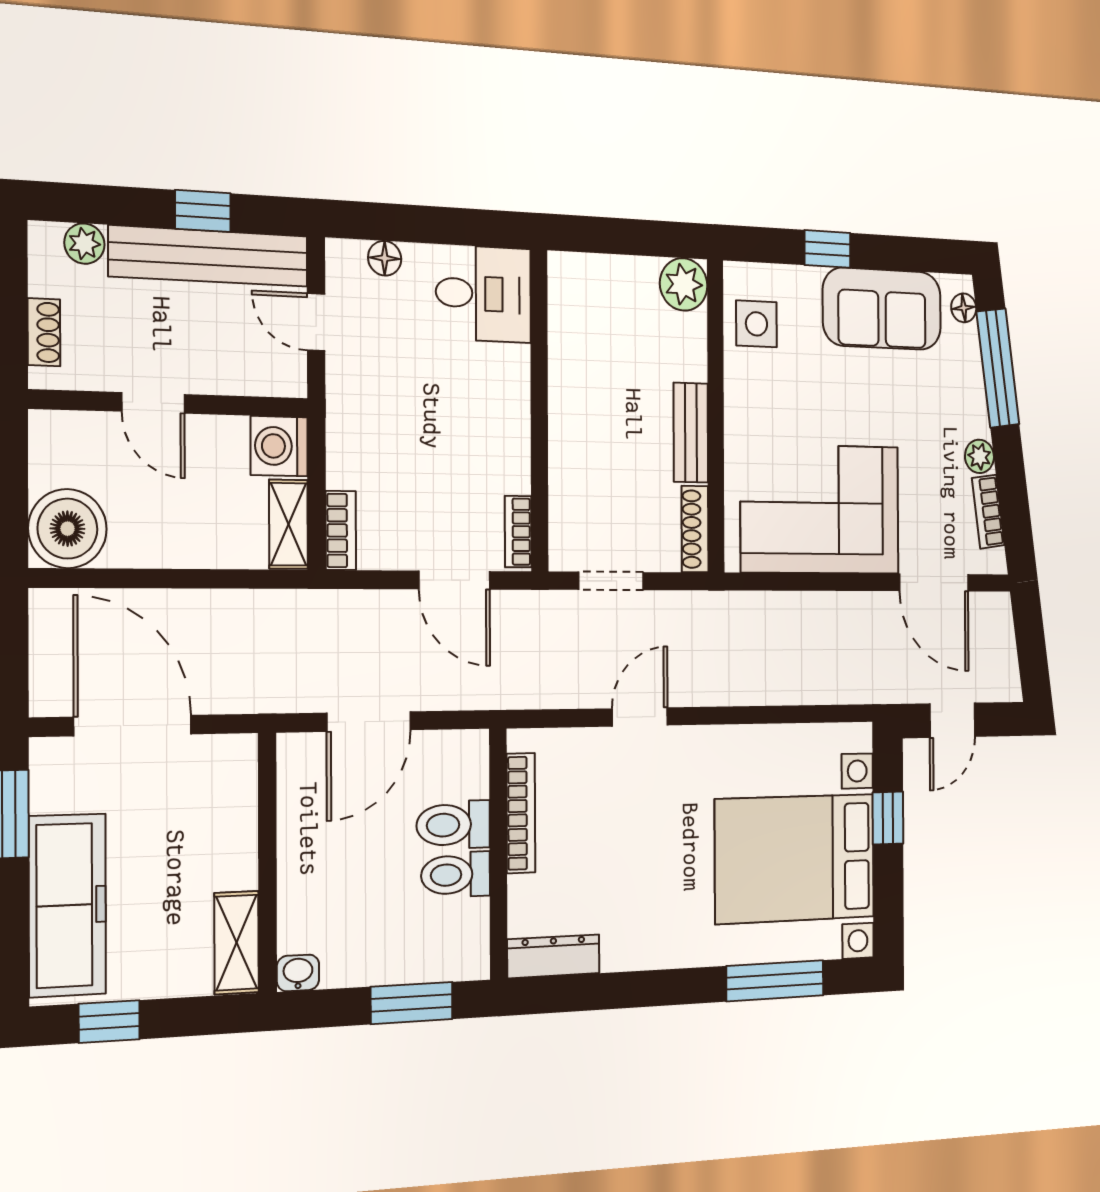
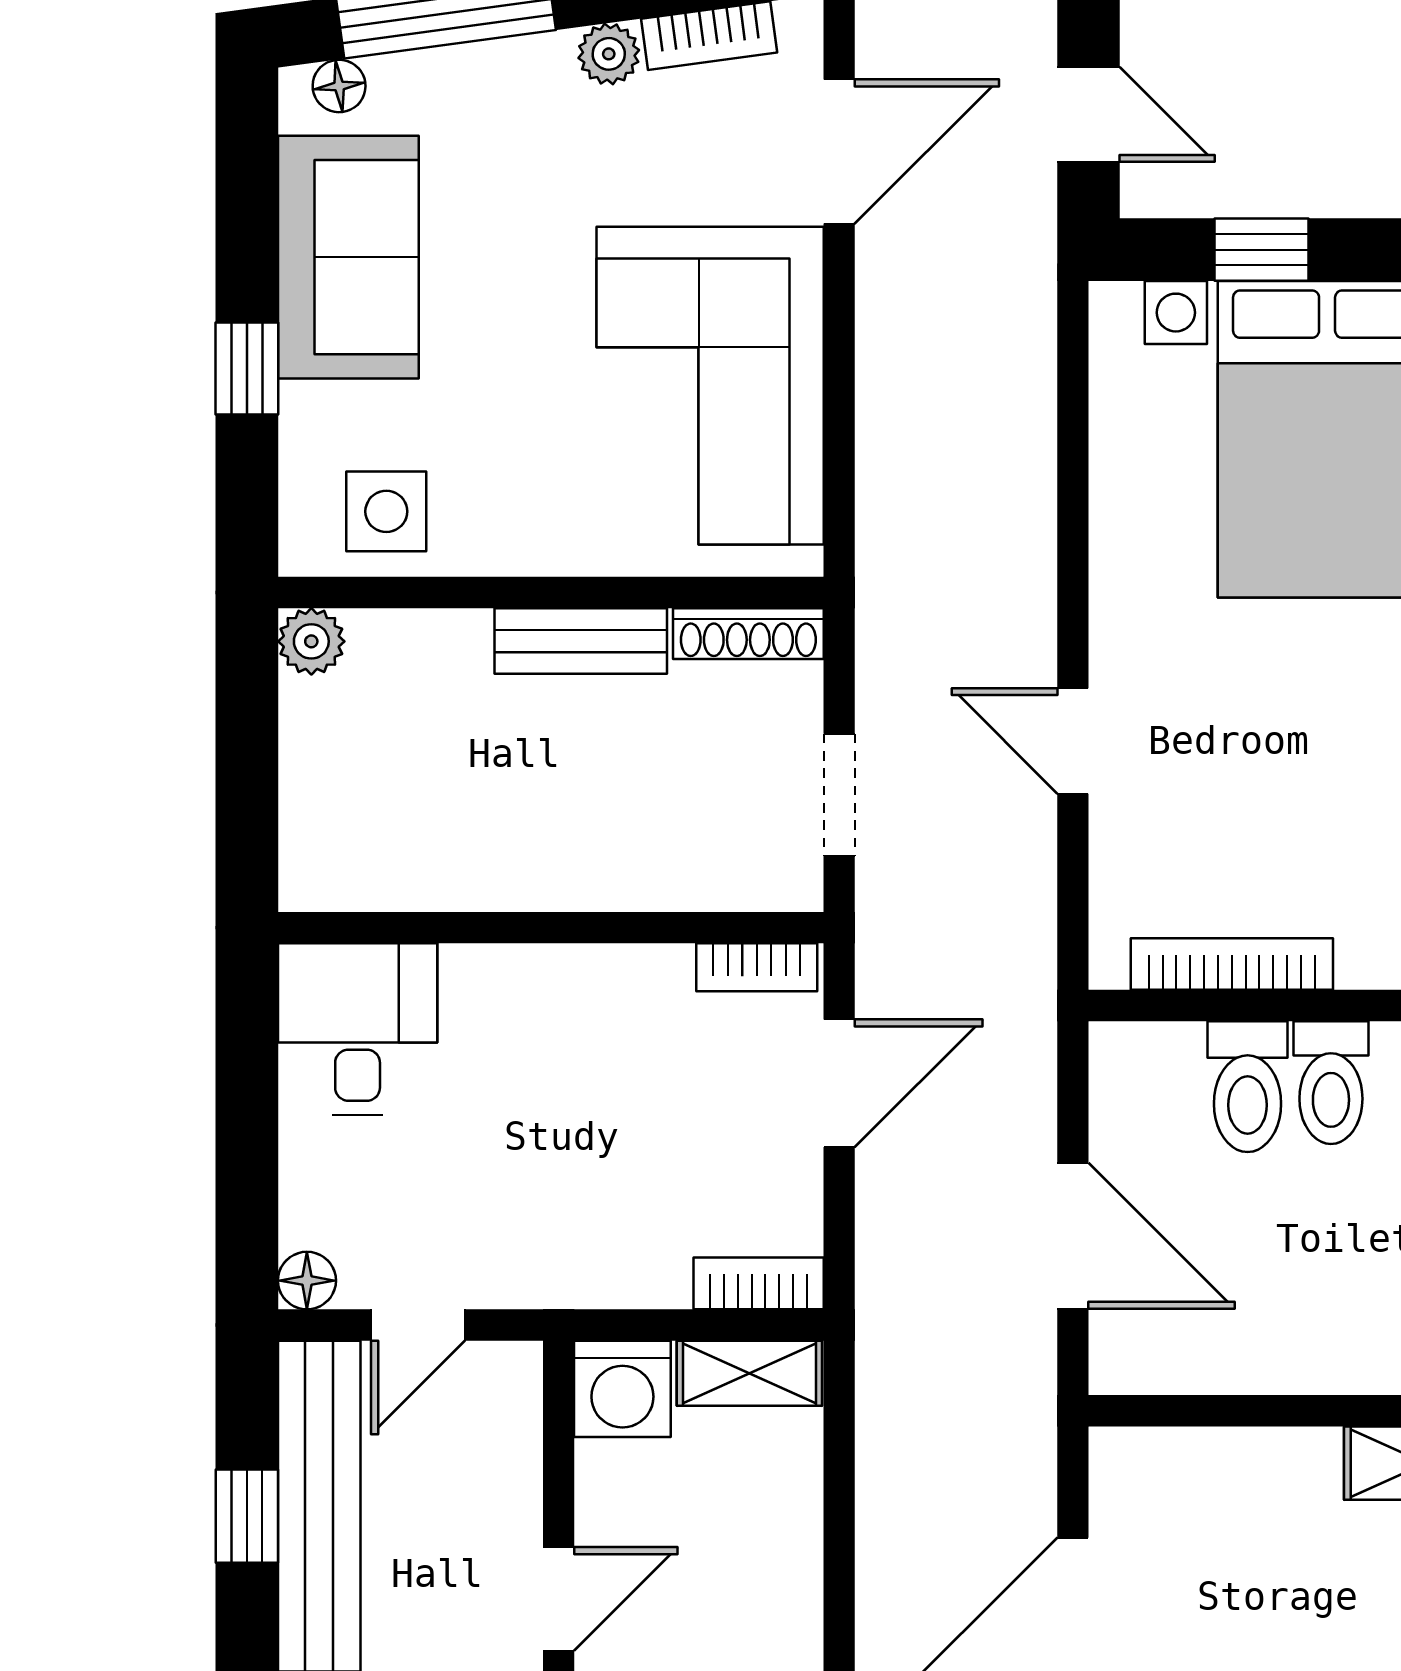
floor lamp: (385, 258) -> (307, 1281), moved
plant: (684, 284) -> (311, 641), width x0.73, depth x0.73

